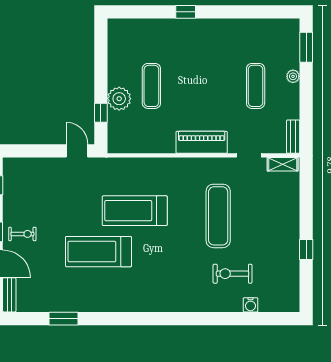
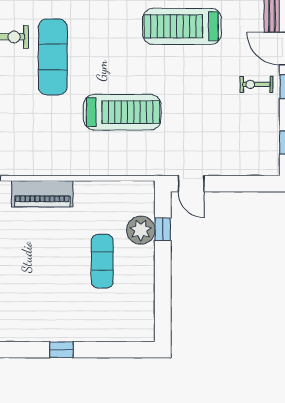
plant: (119, 99) -> (141, 230), moved
exercise mat: (218, 216) -> (53, 57), moved
treadmill: (98, 252) -> (182, 26), moved, turned 180

